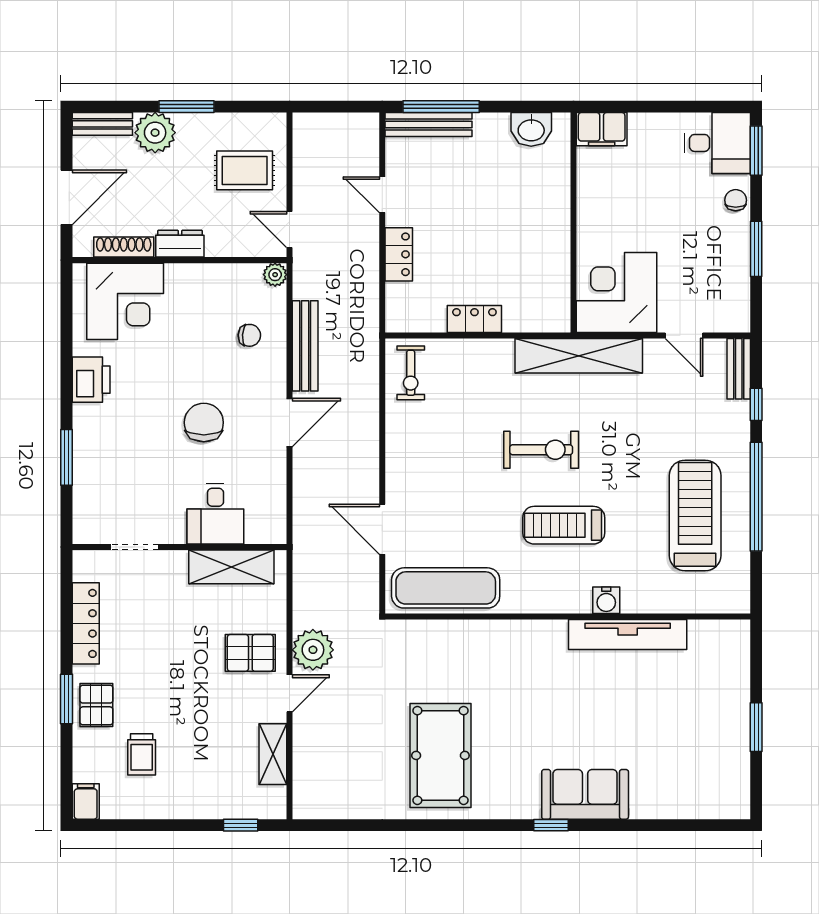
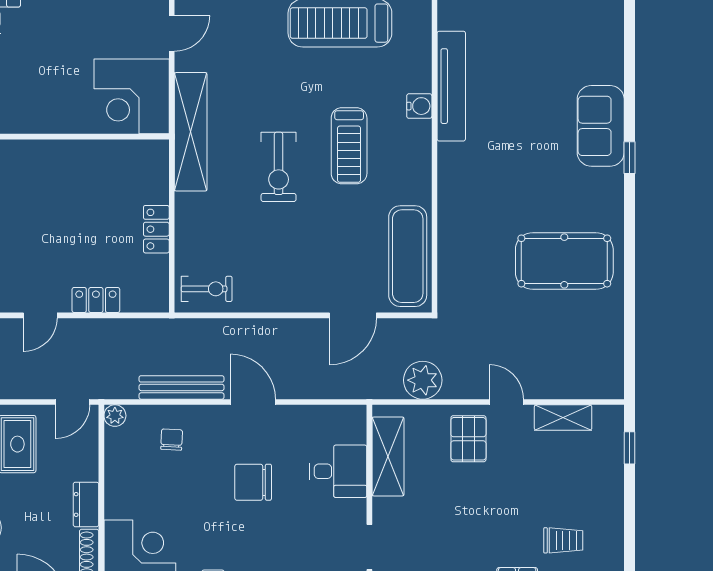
exercise bike: (541, 450) -> (279, 167), turned 180
plant: (313, 650) -> (423, 380), moved

